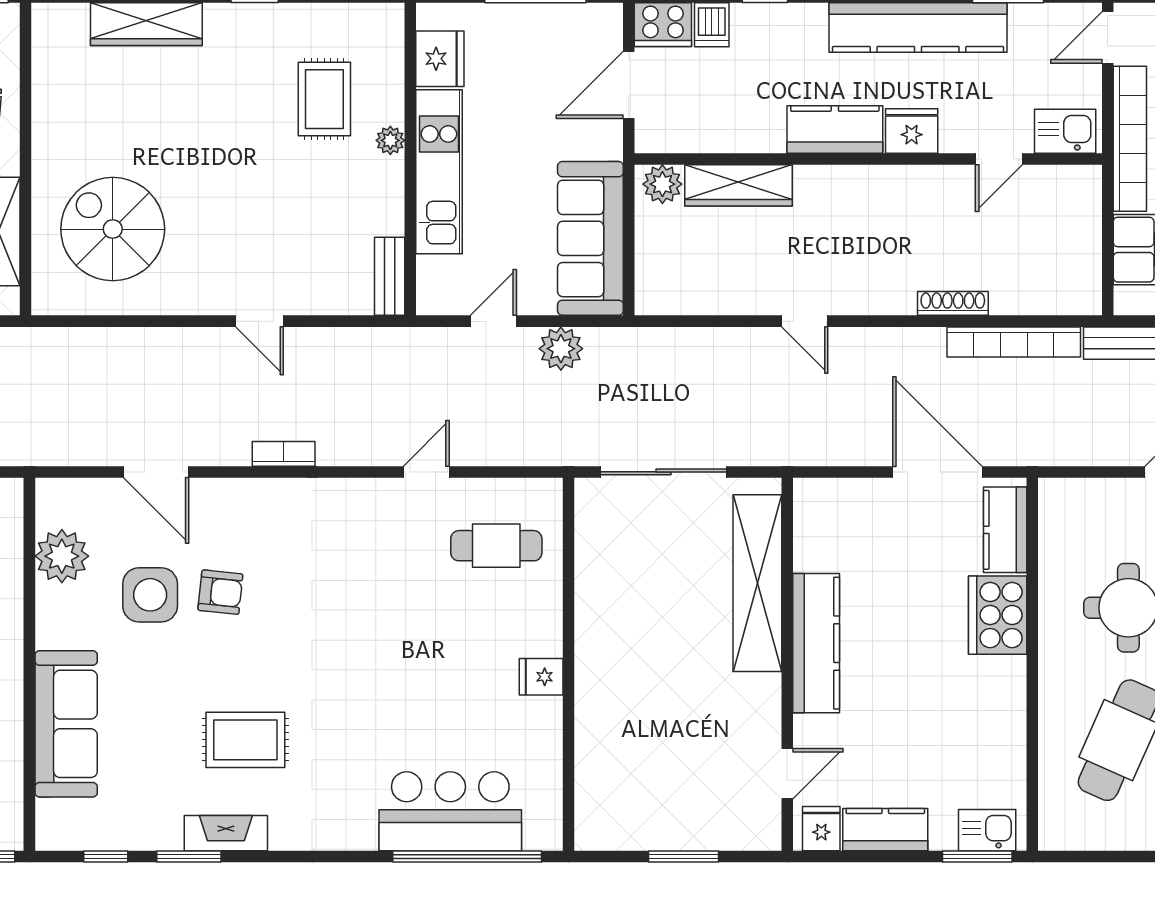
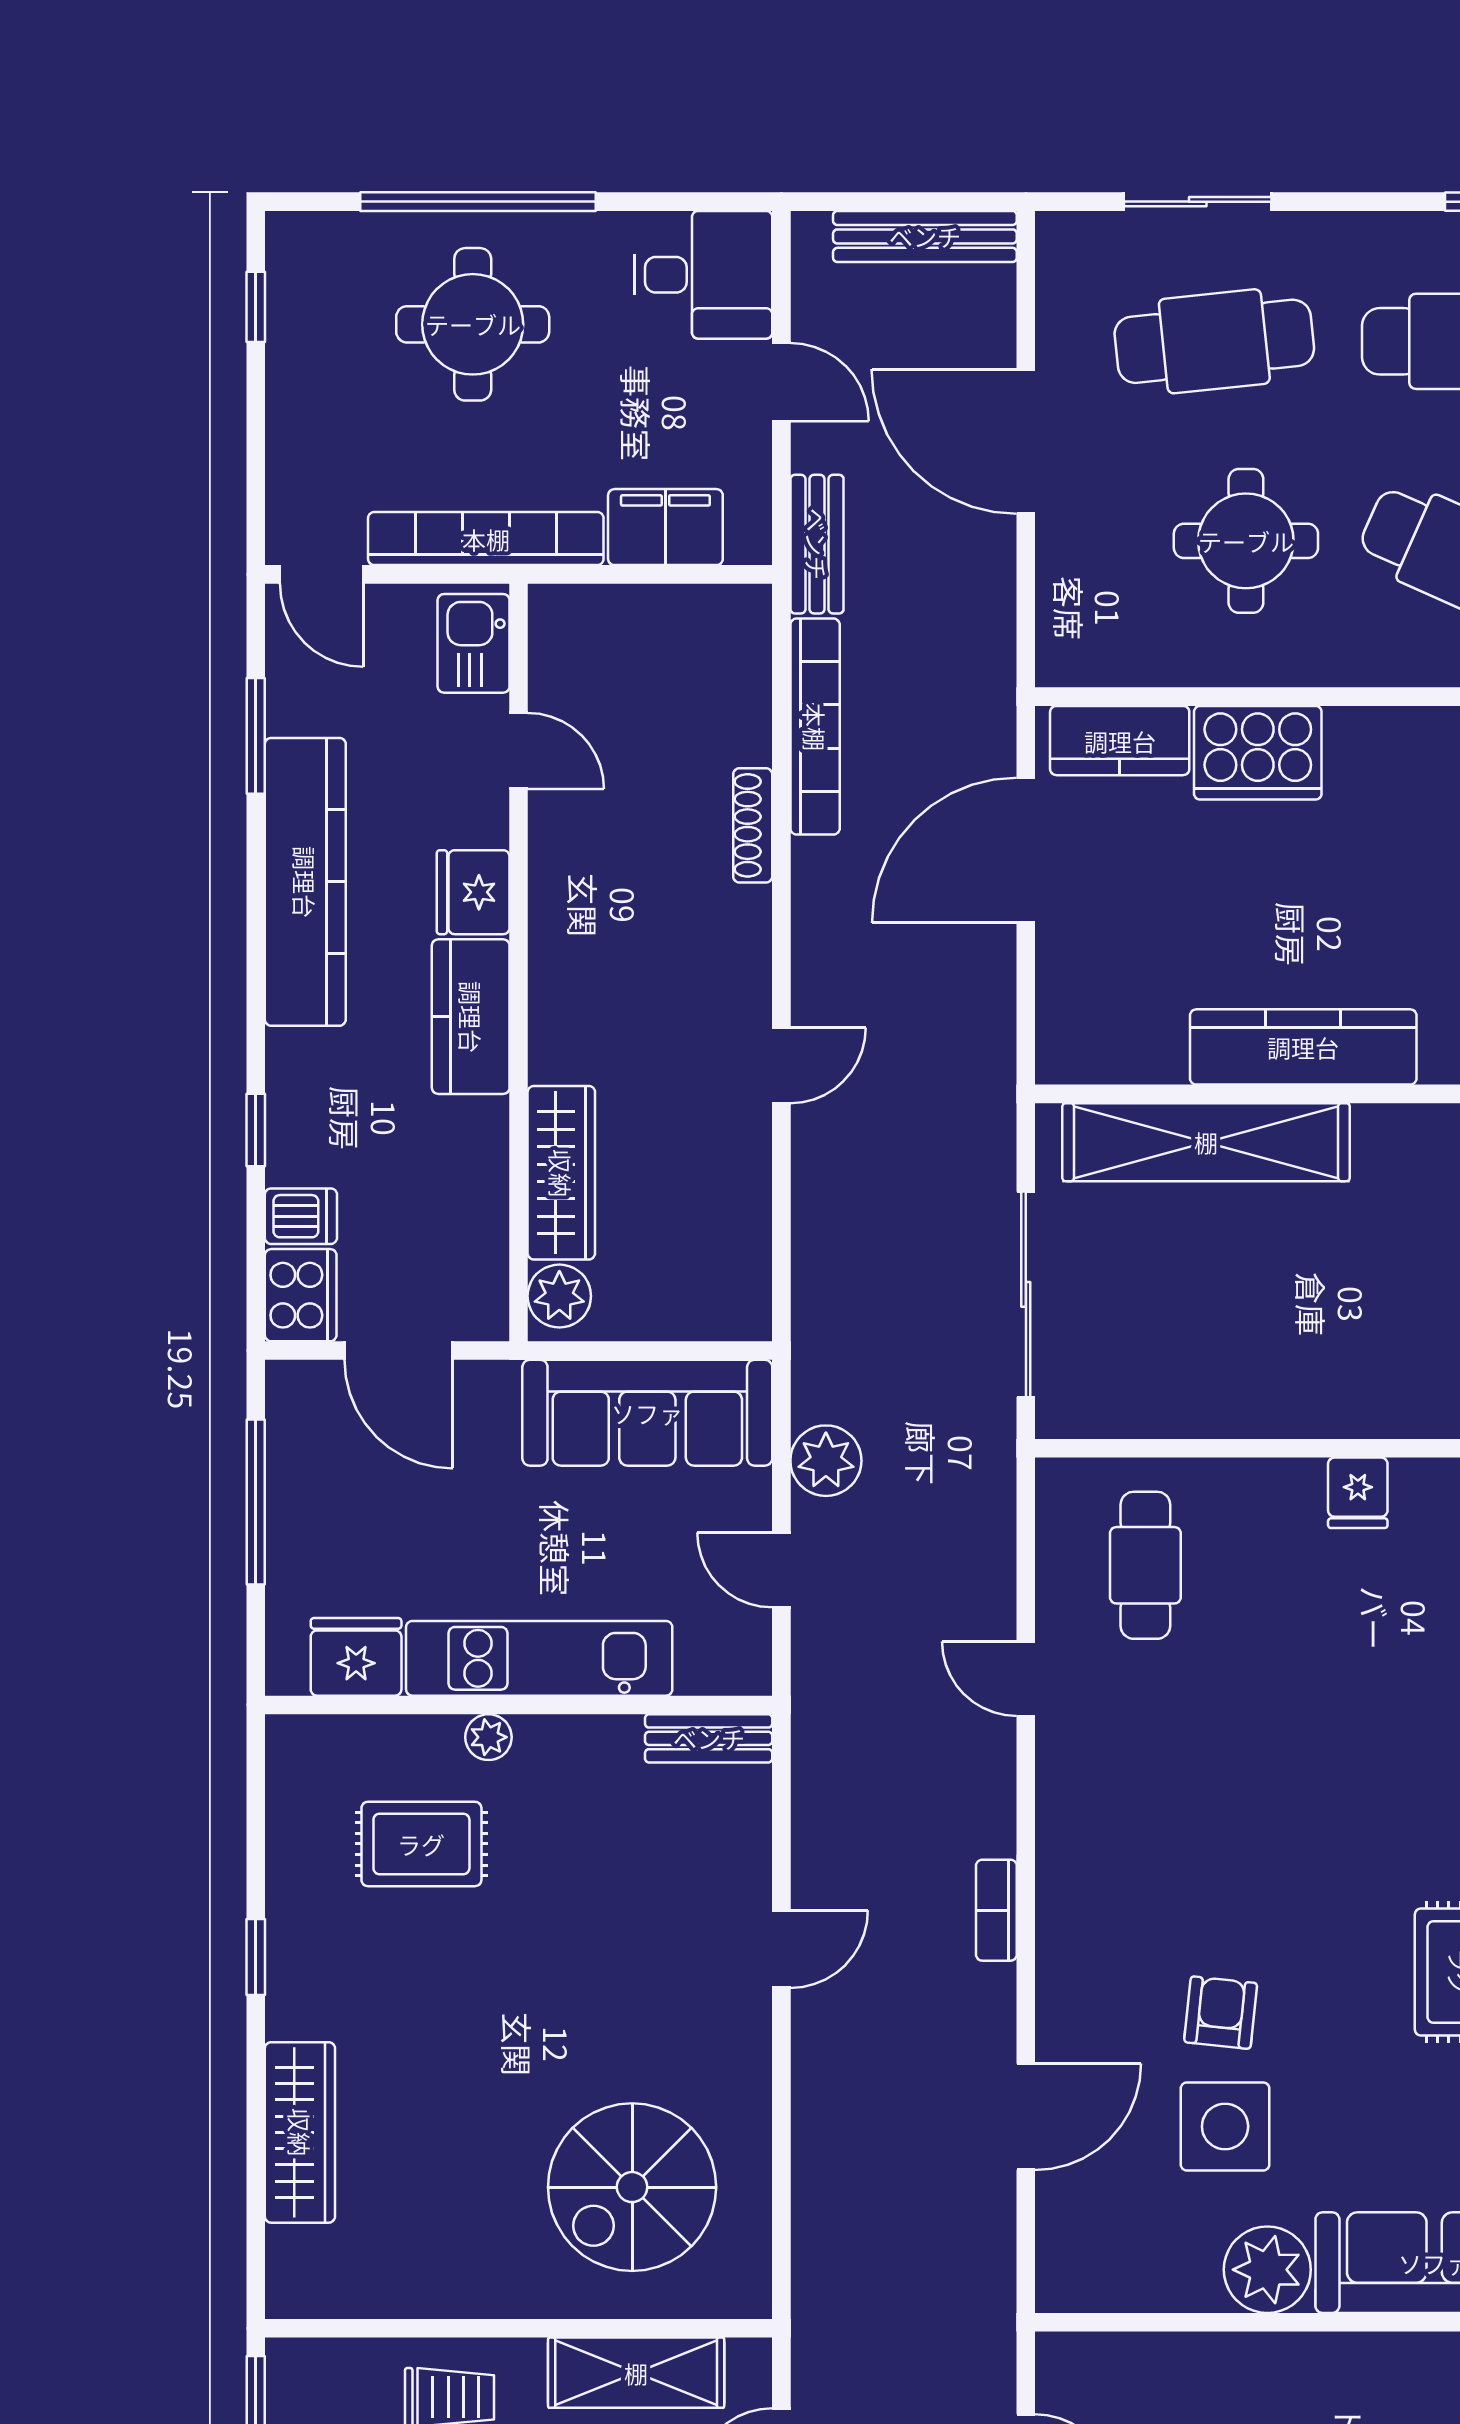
plant: (62, 556) -> (1267, 2270), moved

